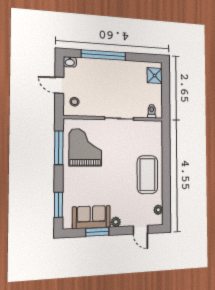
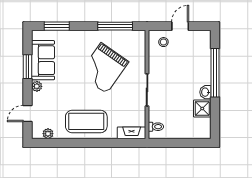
washbasin: (70, 62) -> (205, 92), moved
shower: (155, 76) -> (202, 109), moved
fireplace: (157, 133) -> (132, 133), added
grand piano: (85, 147) -> (104, 68), moved, turned 125

